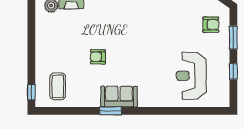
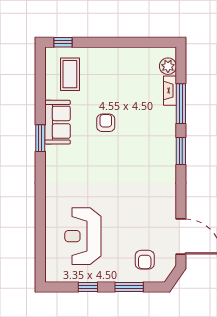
reception desk: (191, 76) -> (83, 236), turned -90
coffee table: (58, 86) -> (70, 74), turned 90
sofa: (119, 97) -> (58, 122), moved

